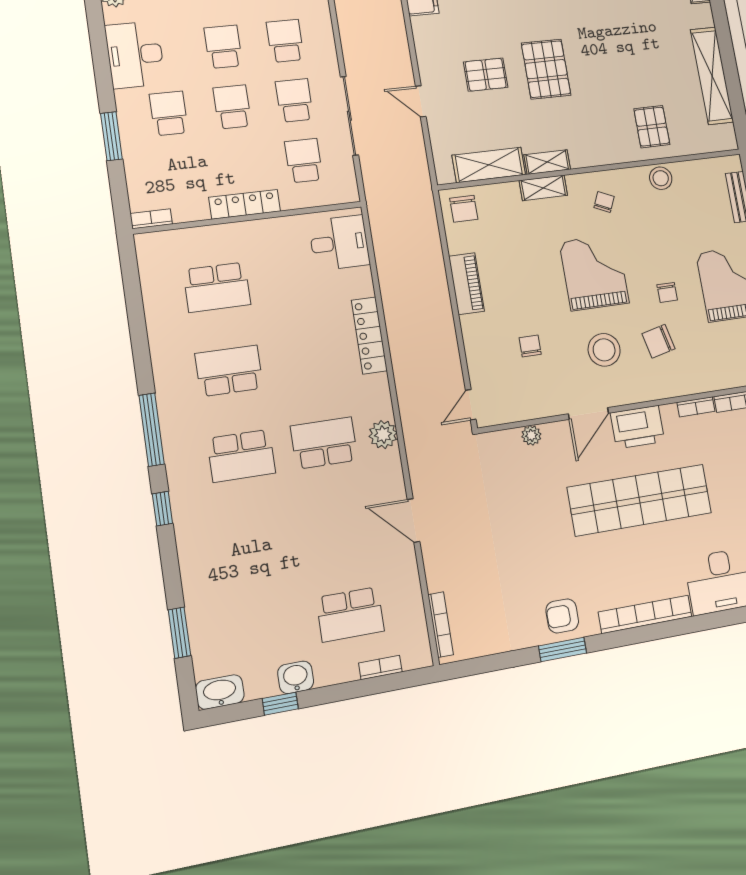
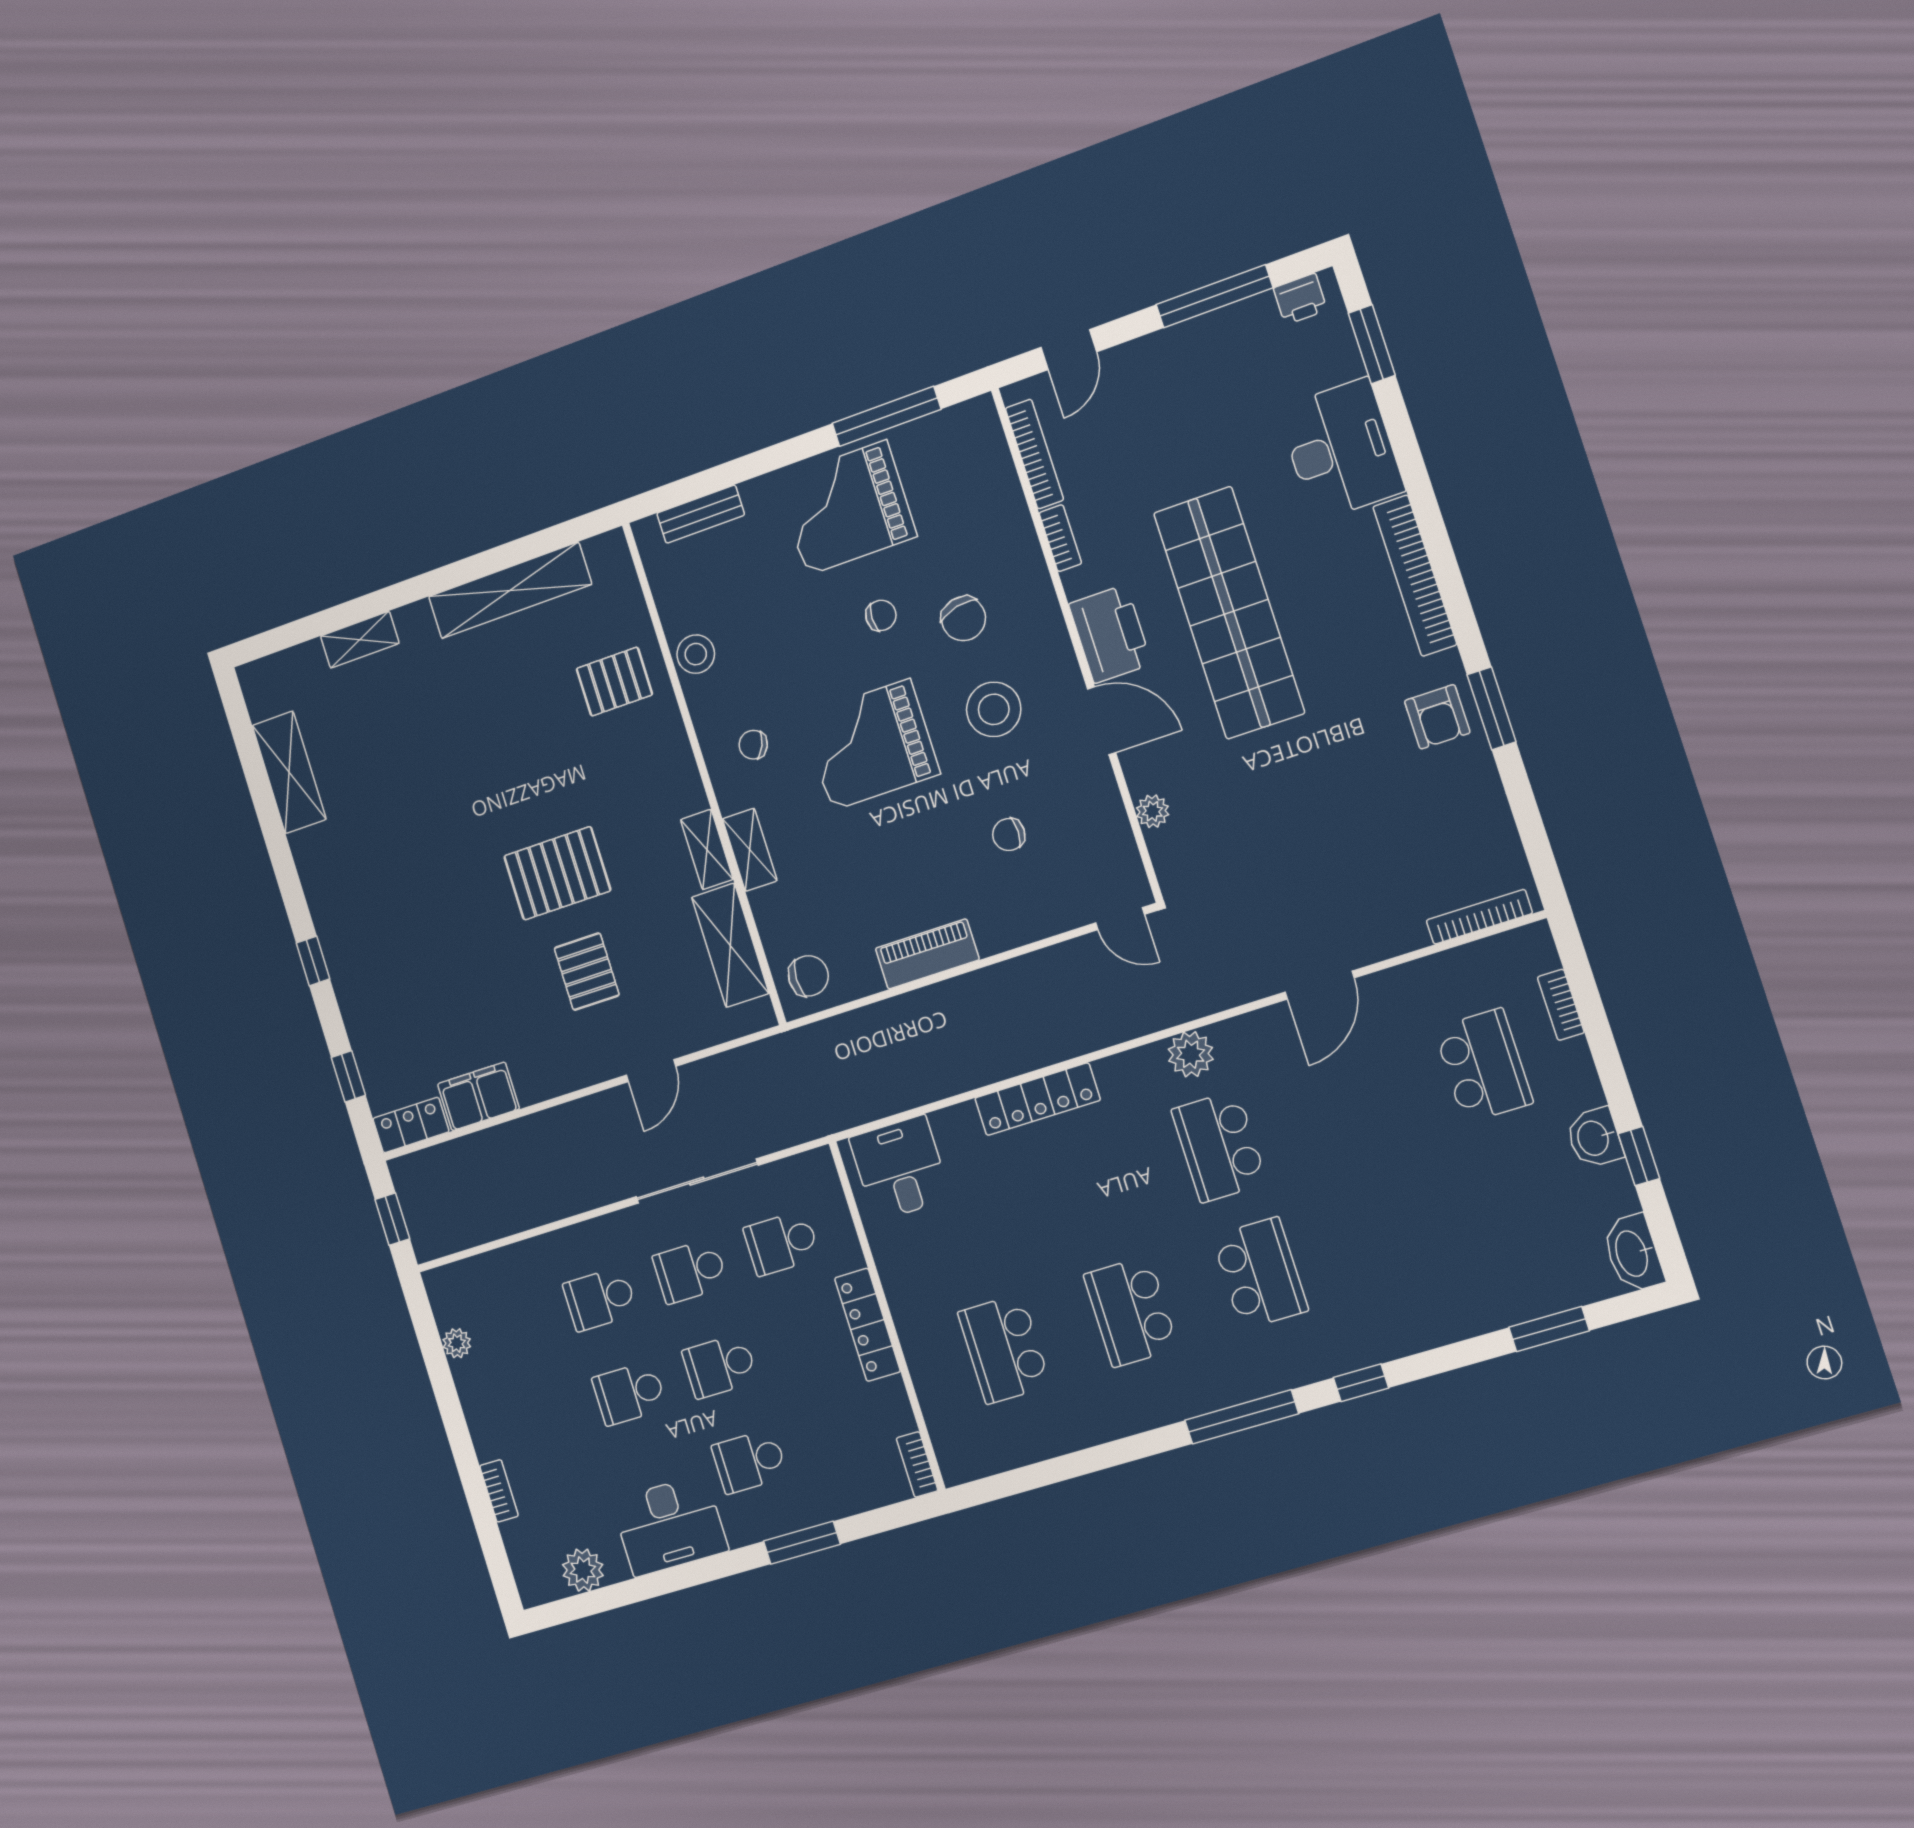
school desk: (217, 287) -> (1004, 1349), turned 180

